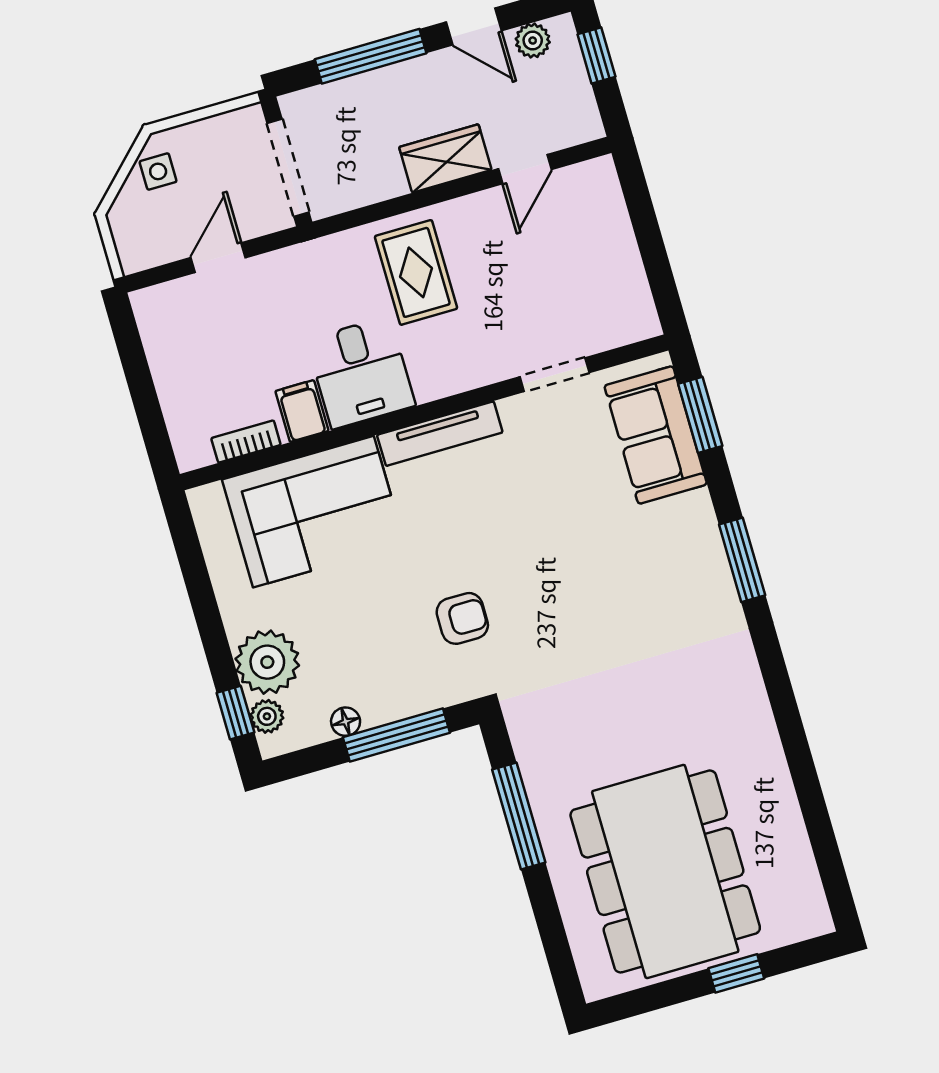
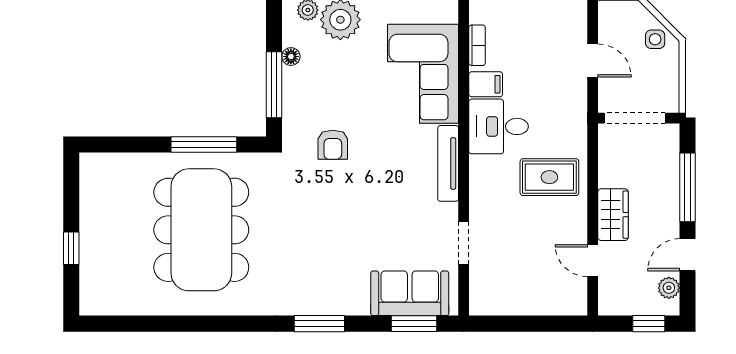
dining table: (665, 871) -> (201, 230), moved, turned 90

